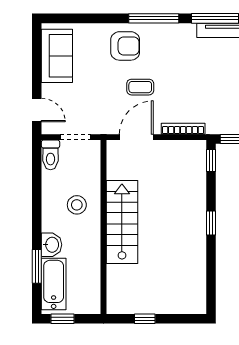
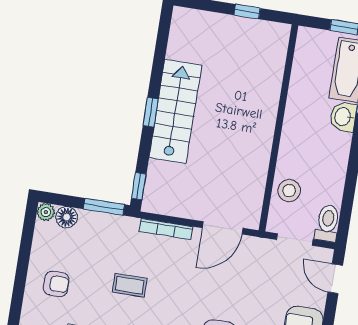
coffee table: (140, 87) -> (130, 285), moved
stool: (77, 205) -> (289, 191), moved
stairs: (122, 222) -> (175, 111), moved, turned 180

